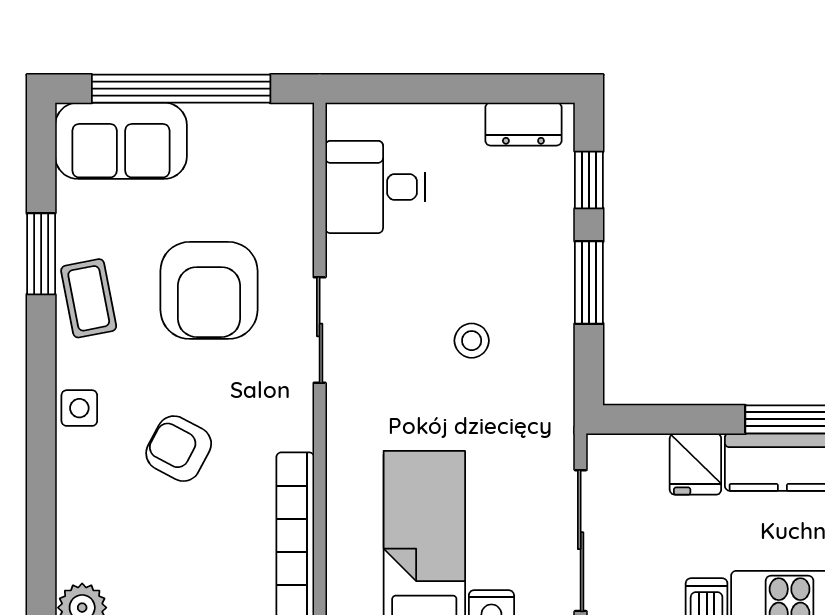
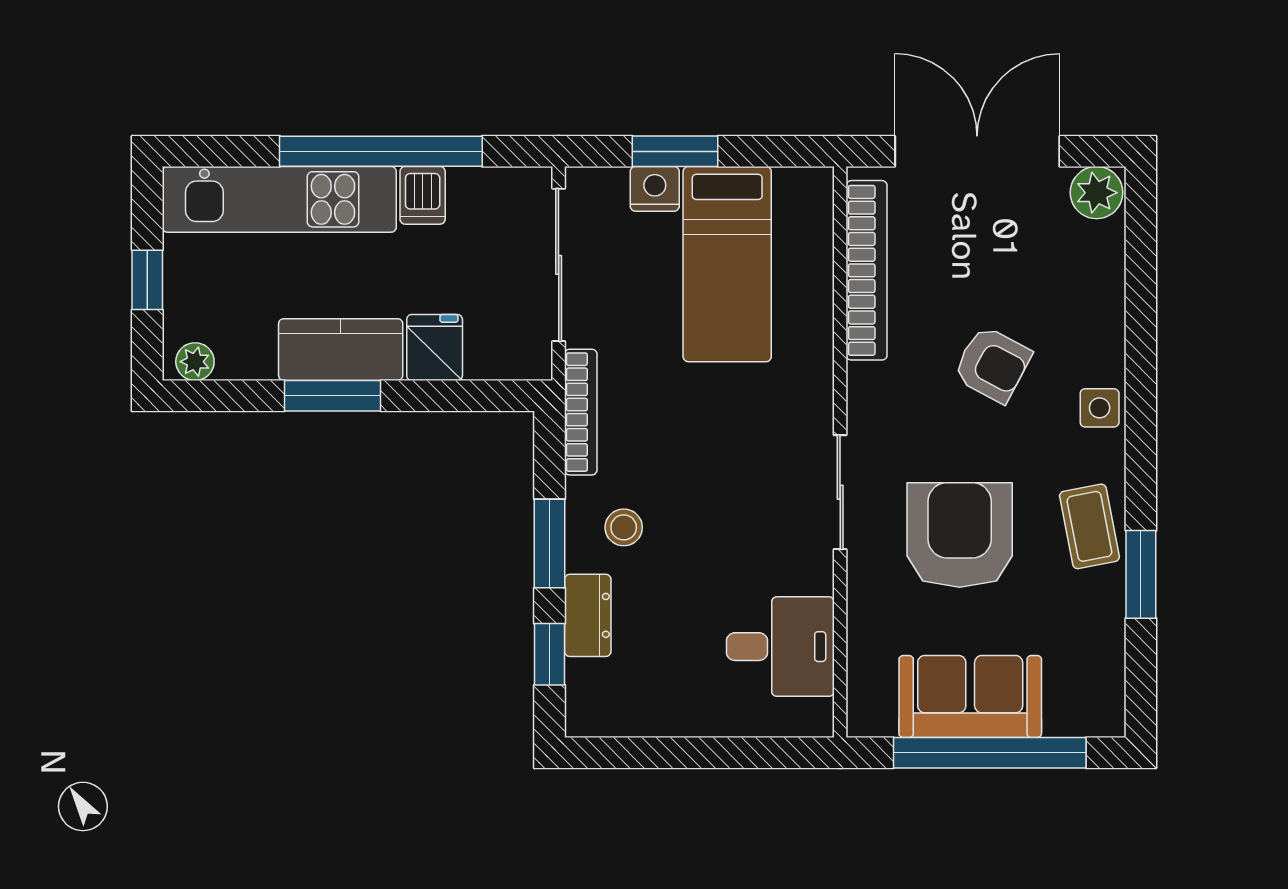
dresser: (523, 124) -> (588, 615), moved, turned 90
sofa: (121, 141) -> (970, 696), moved
stool: (472, 341) -> (624, 527), moved
bookcase: (560, 404) -> (581, 412), added

